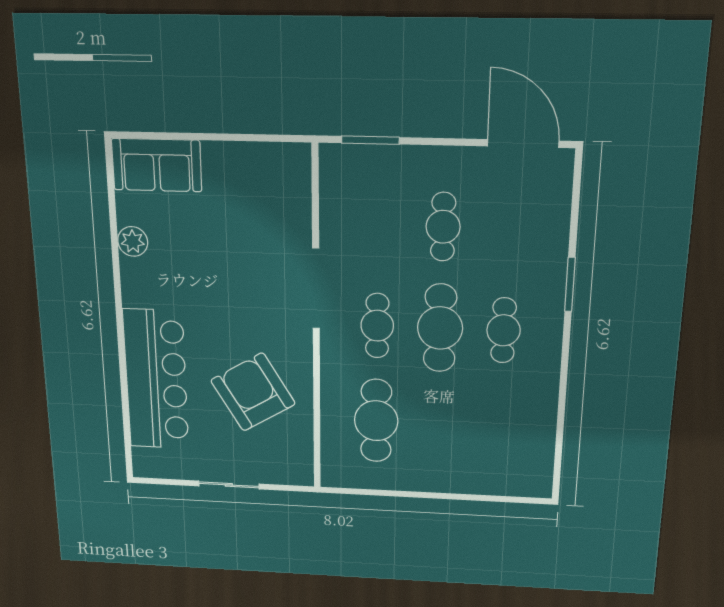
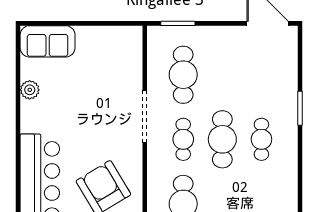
cafe table: (443, 227) -> (183, 75), moved, width x1.37, depth x1.35

